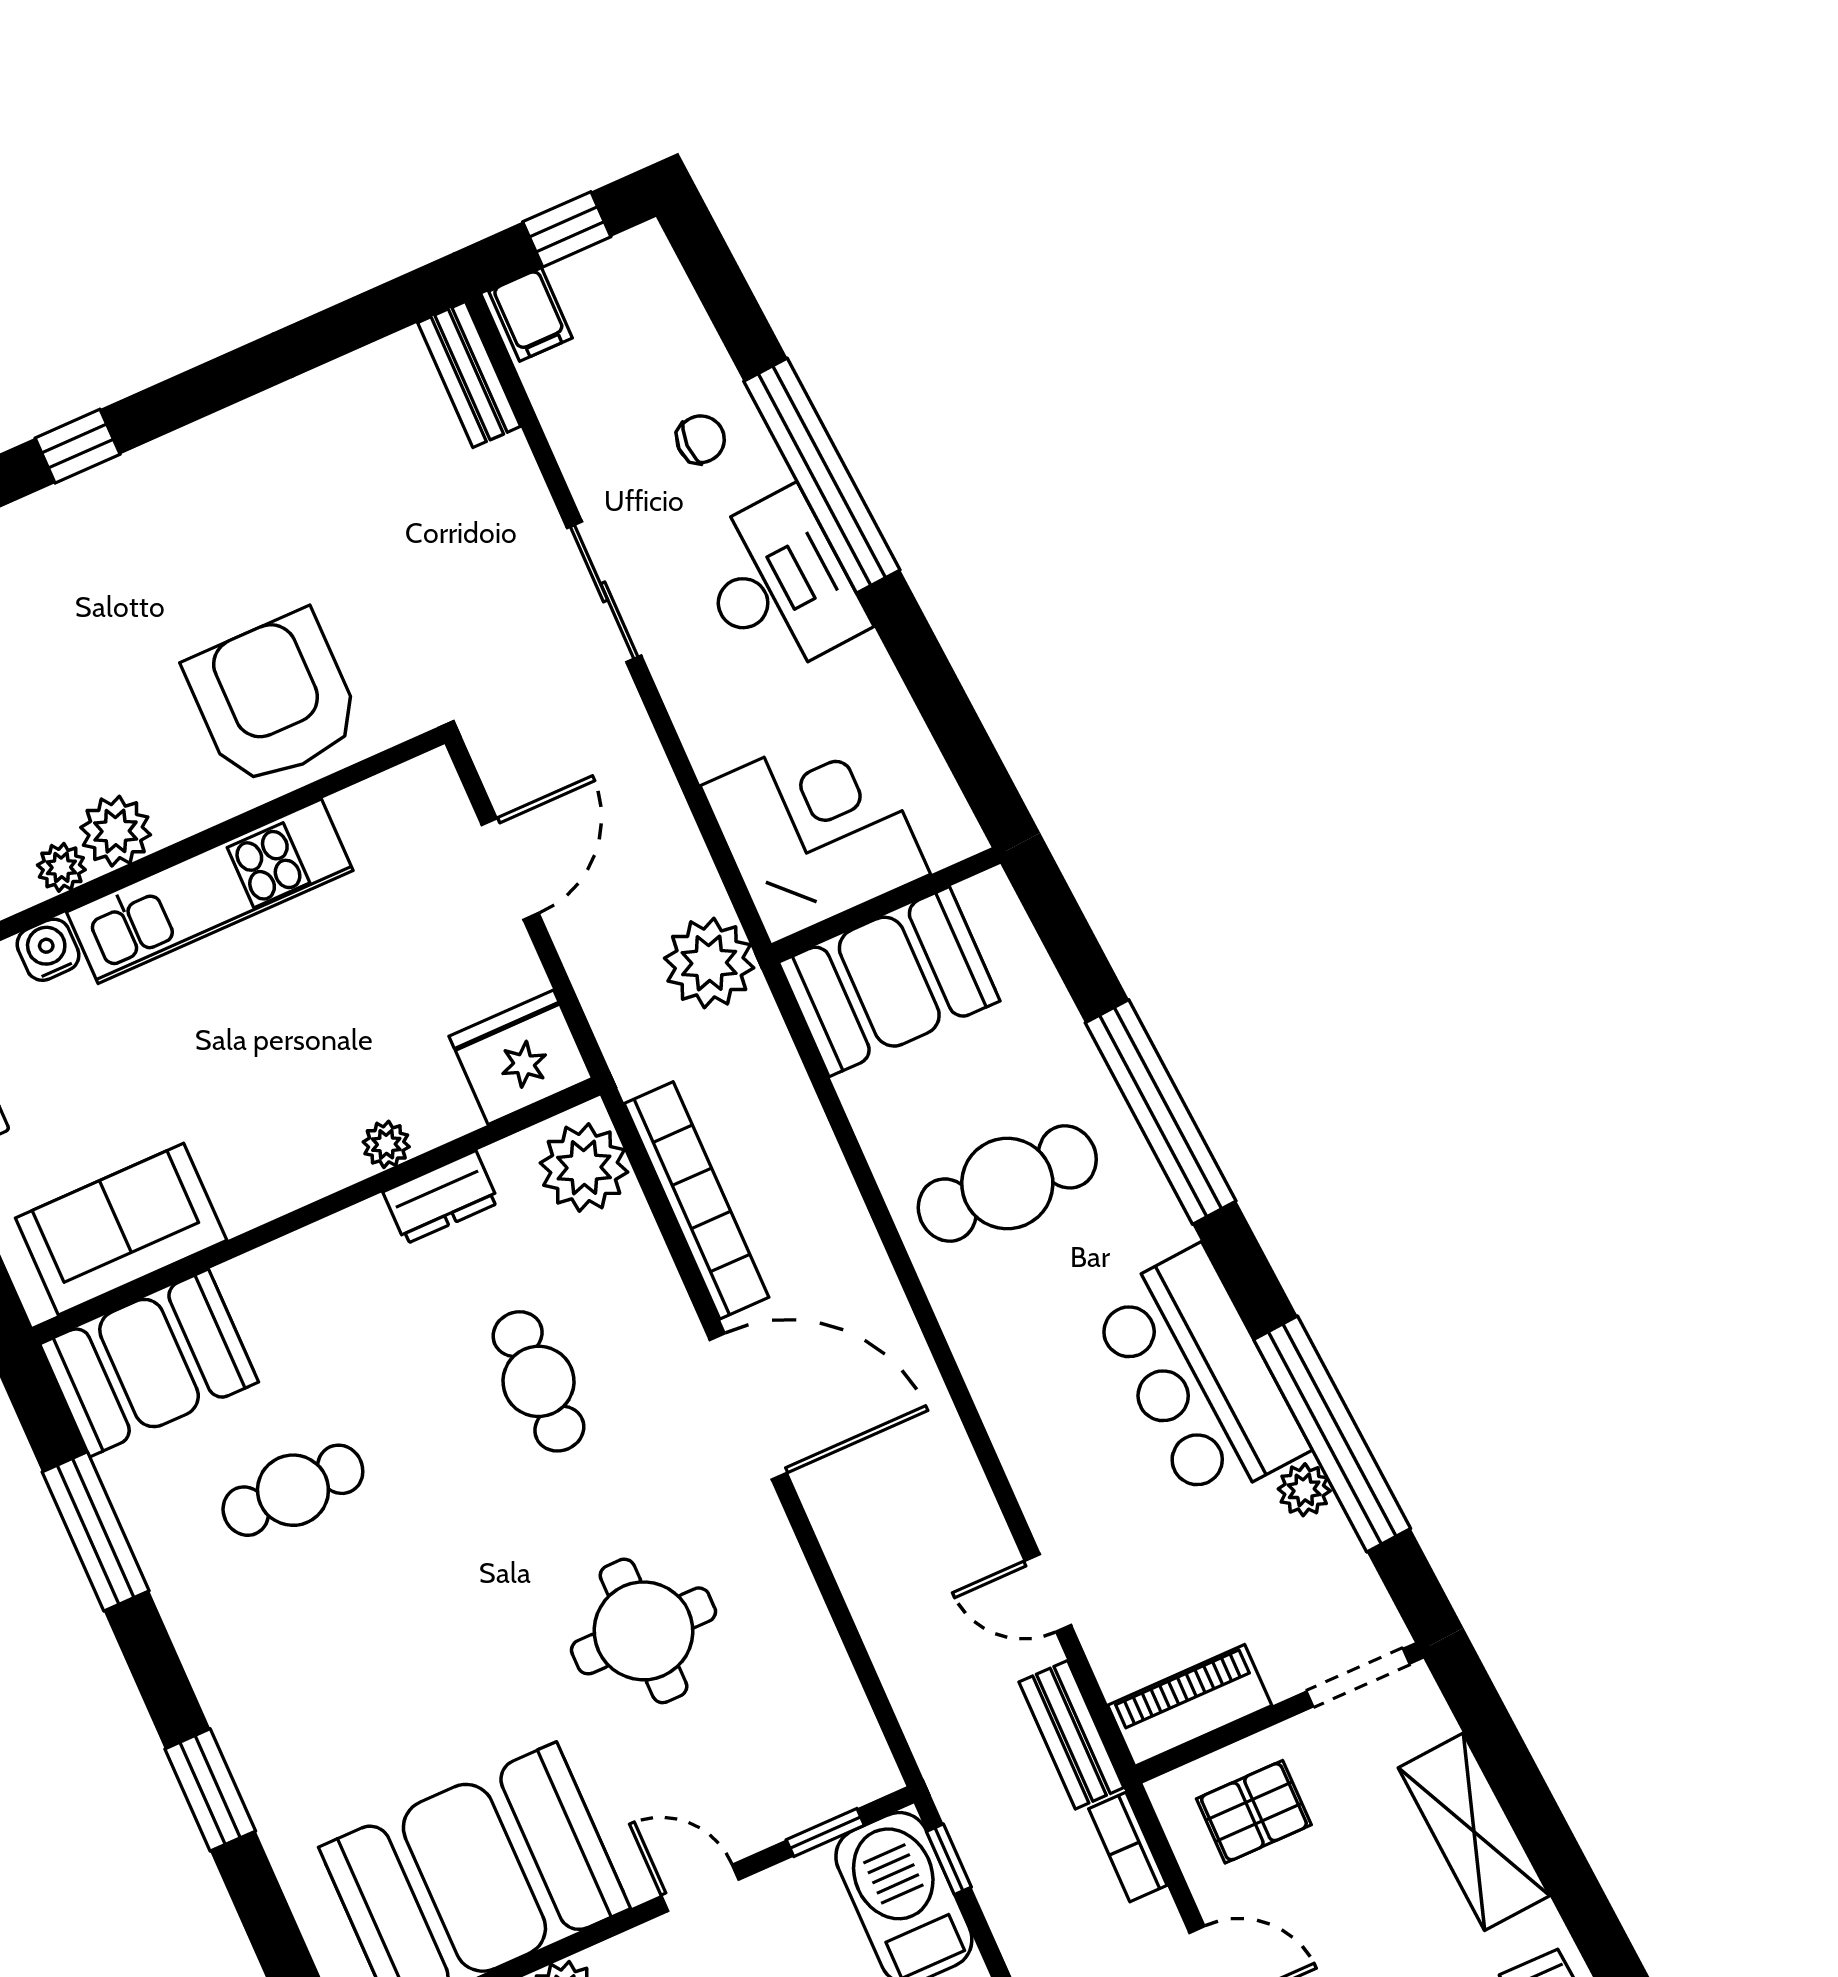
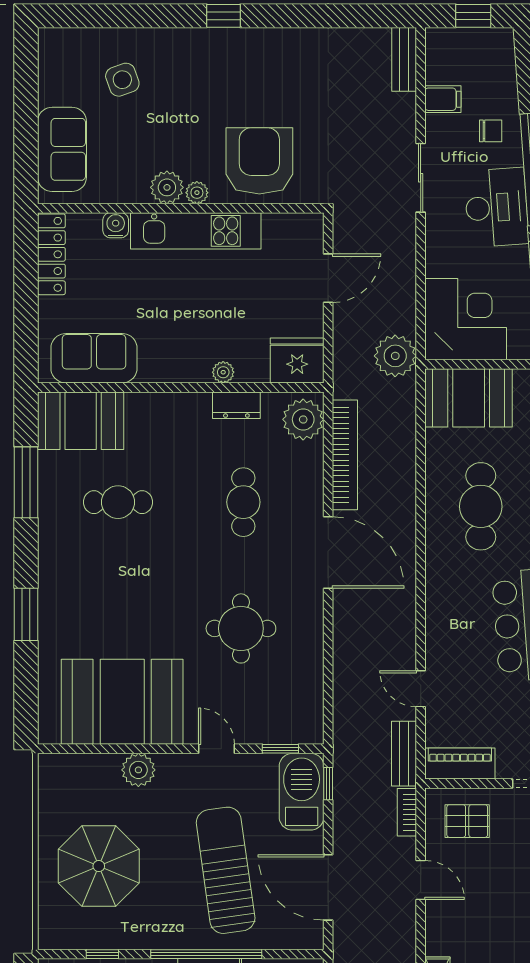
filing cabinet: (530, 315) -> (443, 99), moved, turned -90
plant: (61, 867) -> (197, 193), moved
cafe table: (1007, 1183) -> (481, 506), turned 90

